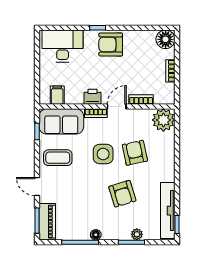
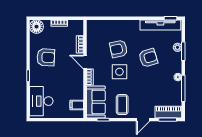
armchair: (111, 44) -> (46, 57), moved, turned -87
printer: (92, 97) -> (78, 79), removed
plant: (163, 120) -> (95, 28), removed

